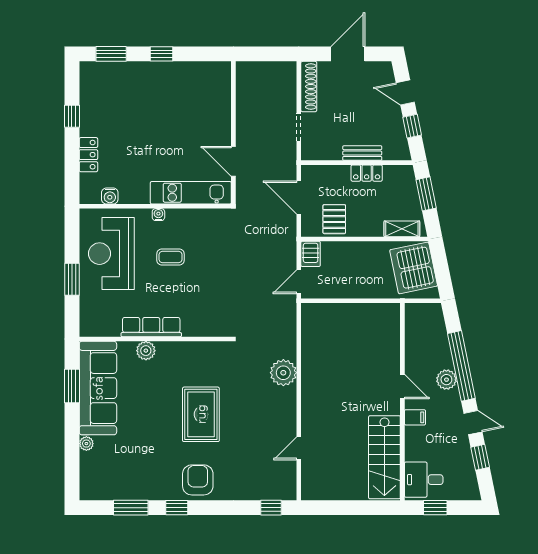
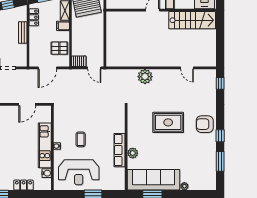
locker: (367, 173) -> (34, 17), moved
kitchen unit: (191, 193) -> (45, 145), moved
filing cabinet: (374, 225) -> (63, 26), added

